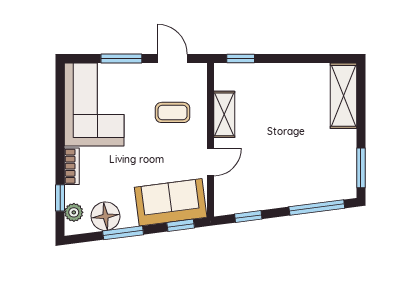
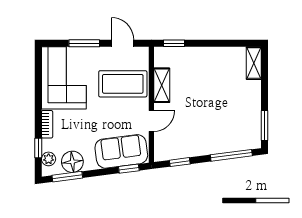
shelving: (343, 96) -> (254, 63), width x0.67, depth x0.75
coffee table: (173, 112) -> (123, 84), width x1.86, depth x1.72
window: (123, 233) -> (67, 177), moved

